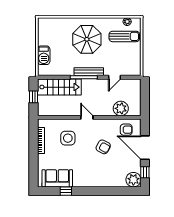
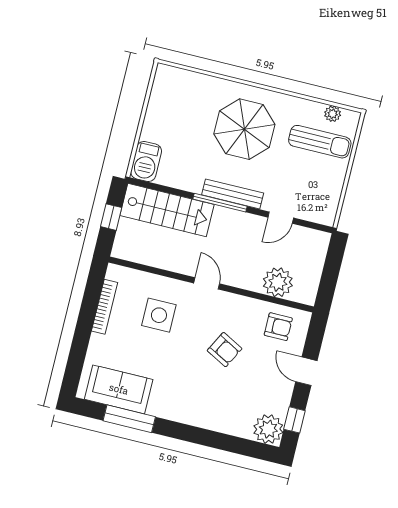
barbecue: (44, 55) -> (146, 161), moved
door: (145, 148) -> (306, 371), width x0.53
window: (66, 191) -> (129, 419), width x2.17

